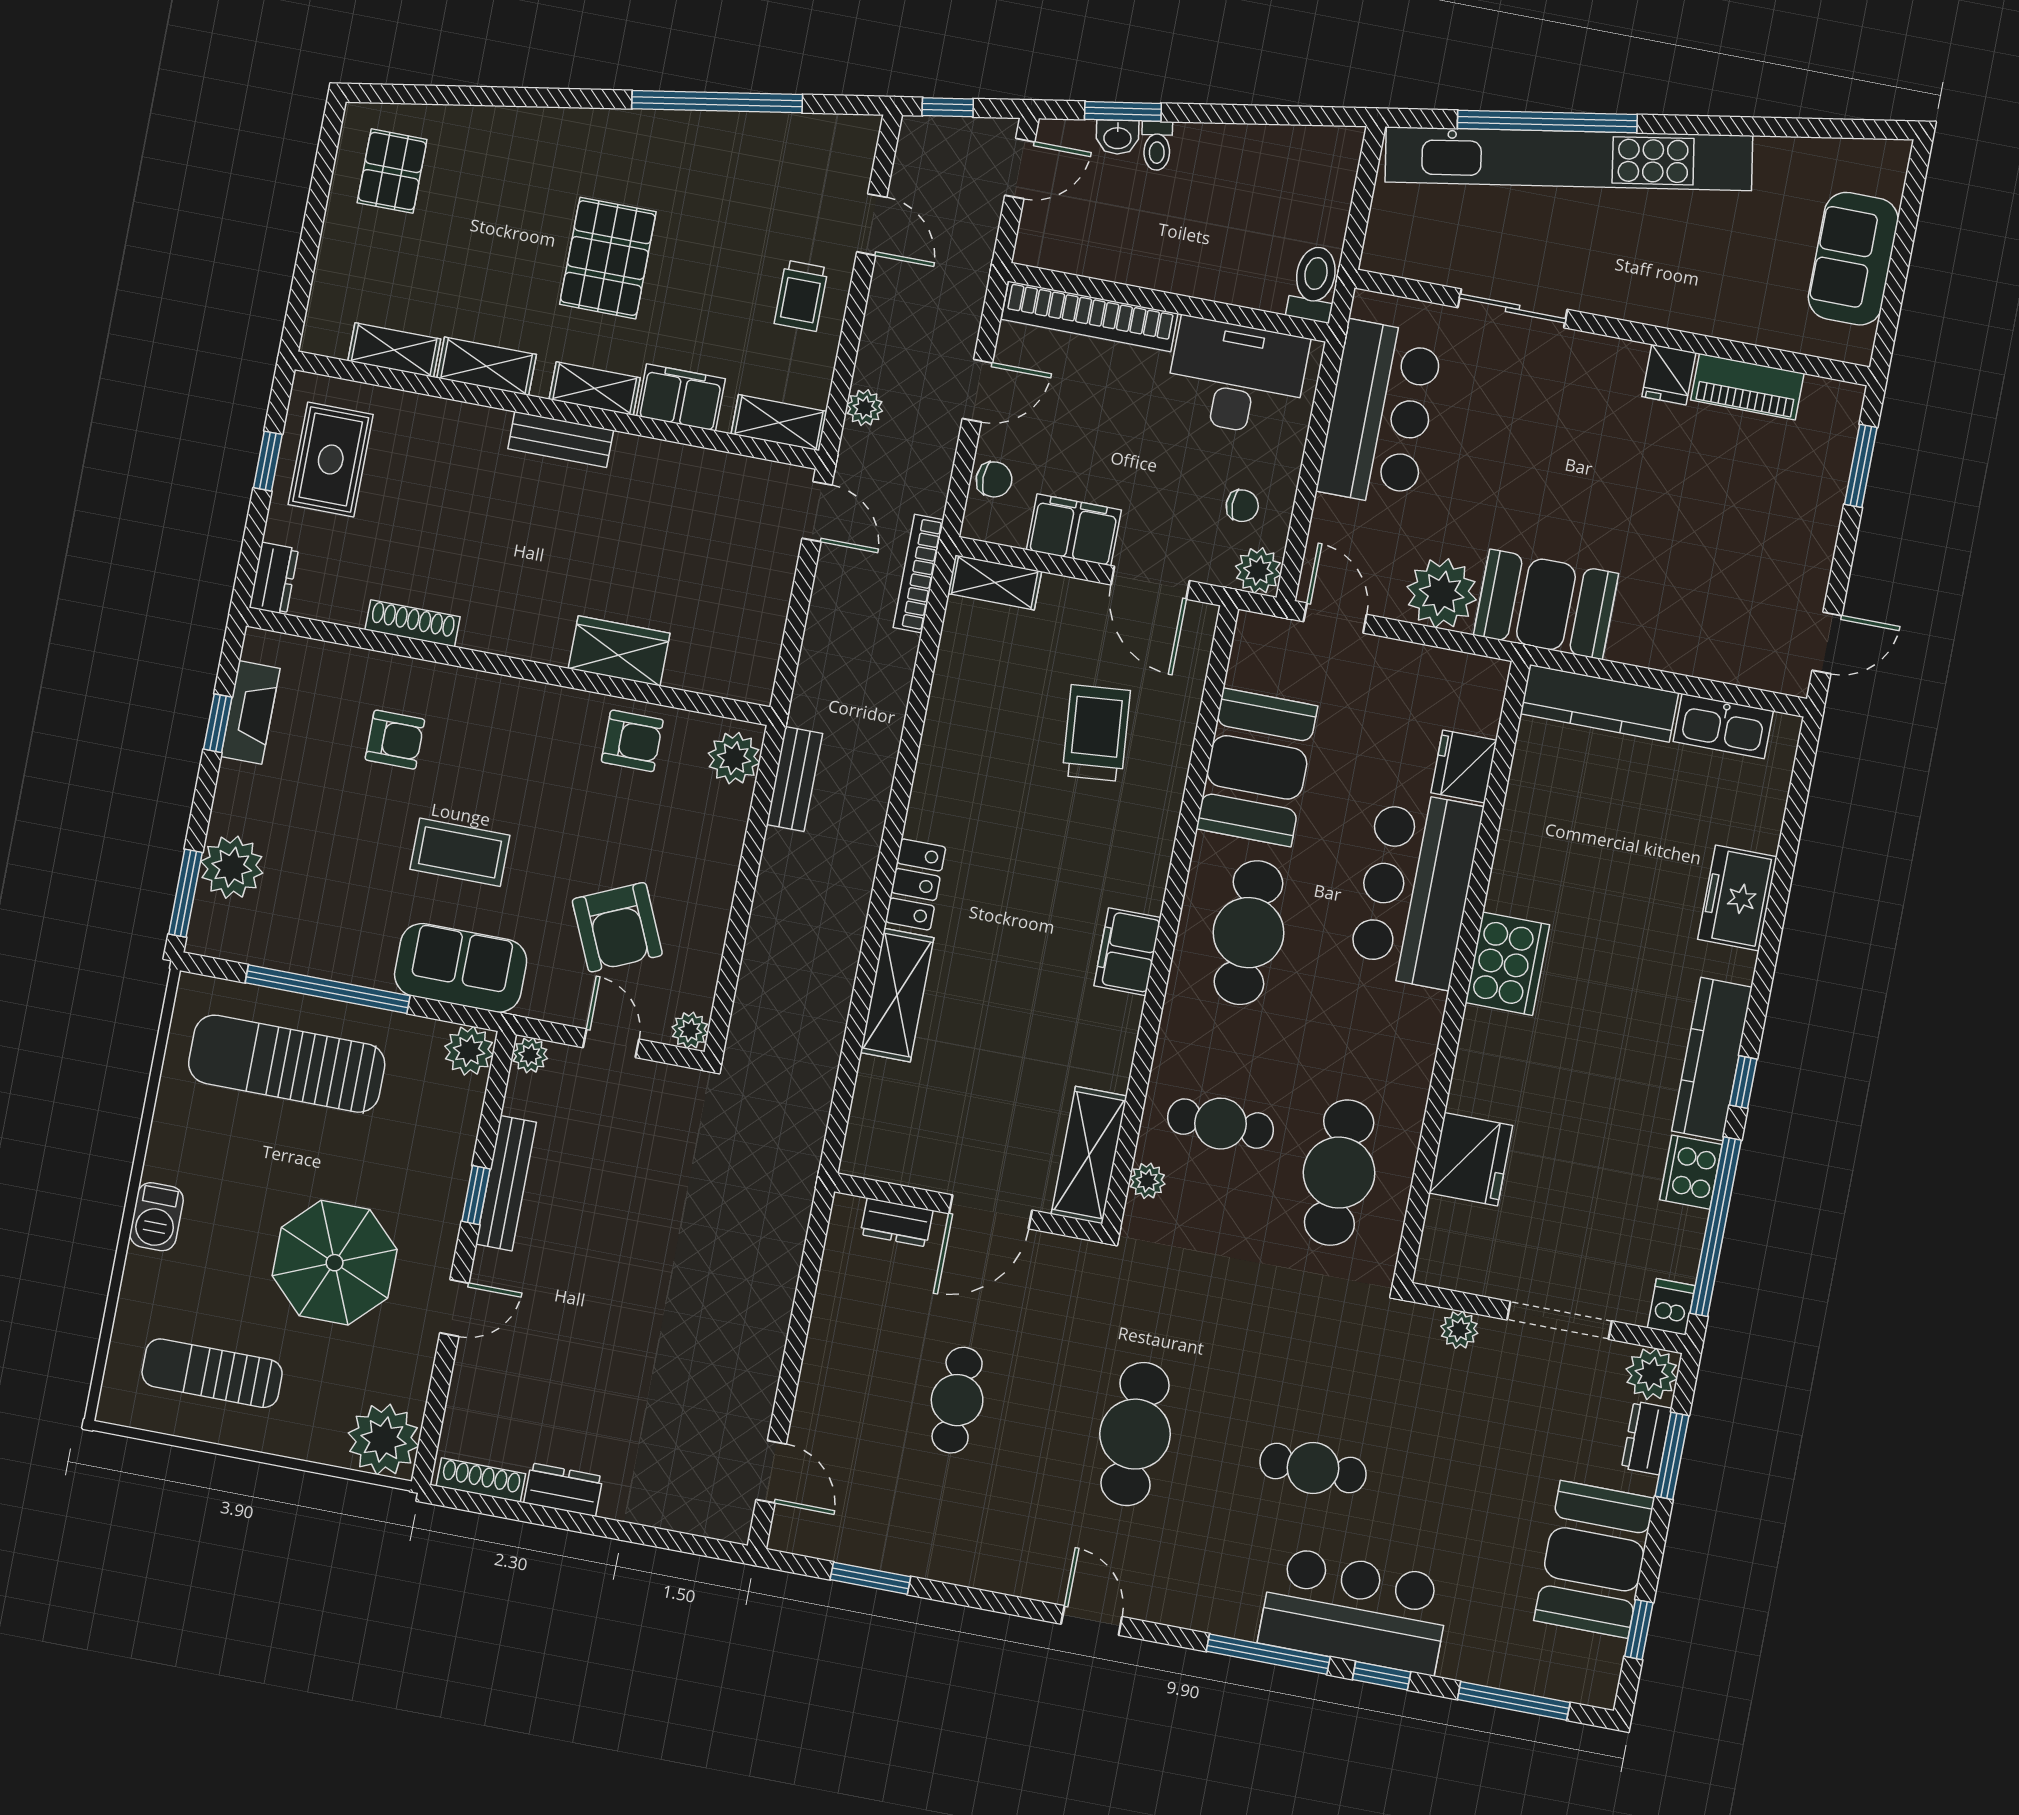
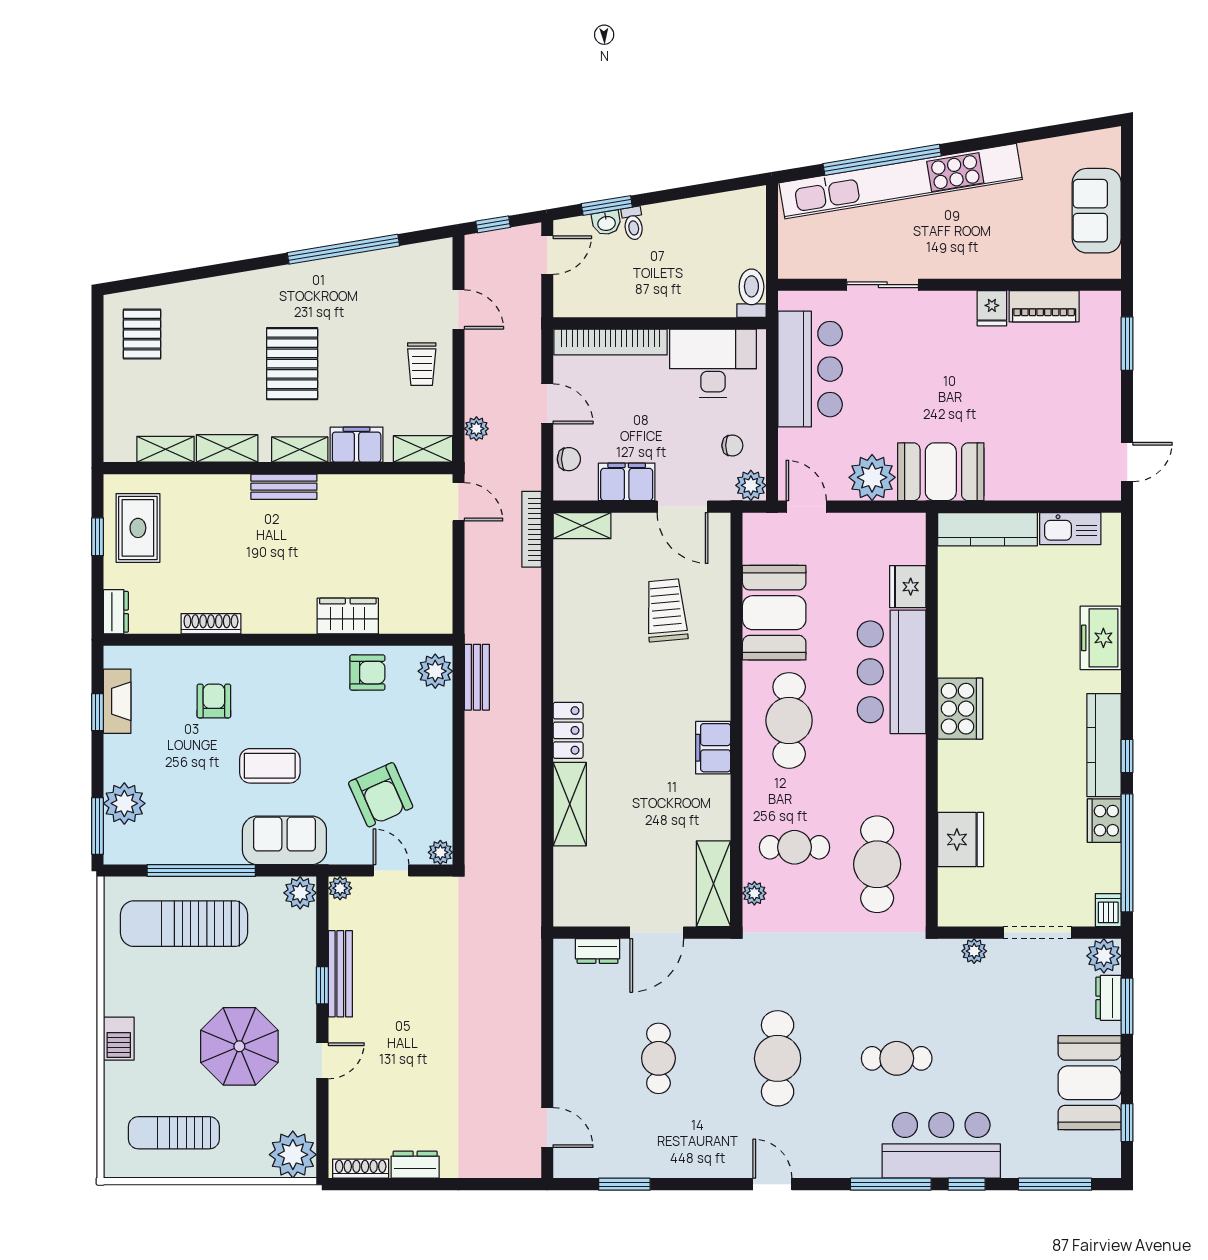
door: (977, 391) -> (547, 404), hinge flipped
armchair: (395, 740) -> (214, 701), turned -90

